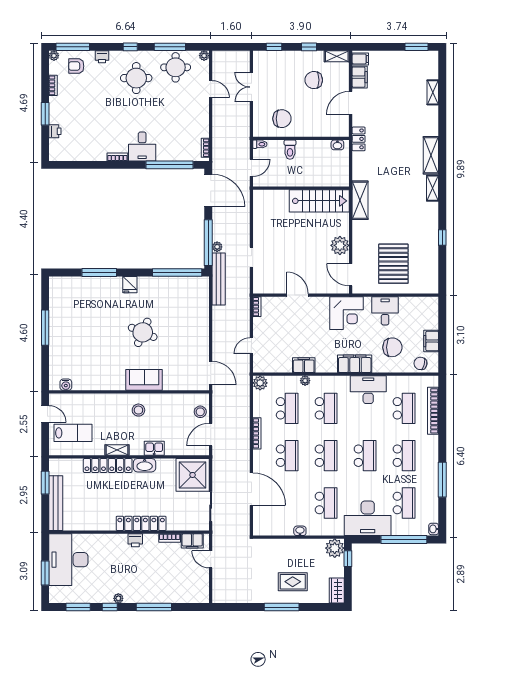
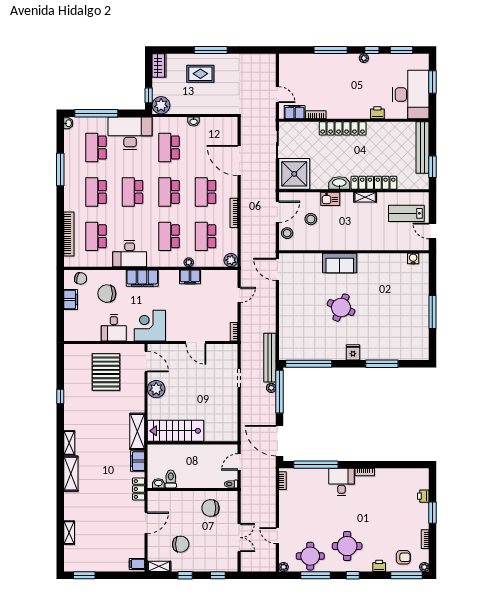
filing cabinet: (360, 77) -> (138, 461), moved
toilet: (290, 150) -> (171, 479), moved
stool: (138, 410) -> (311, 219), moved
printer: (135, 540) -> (377, 113), moved

